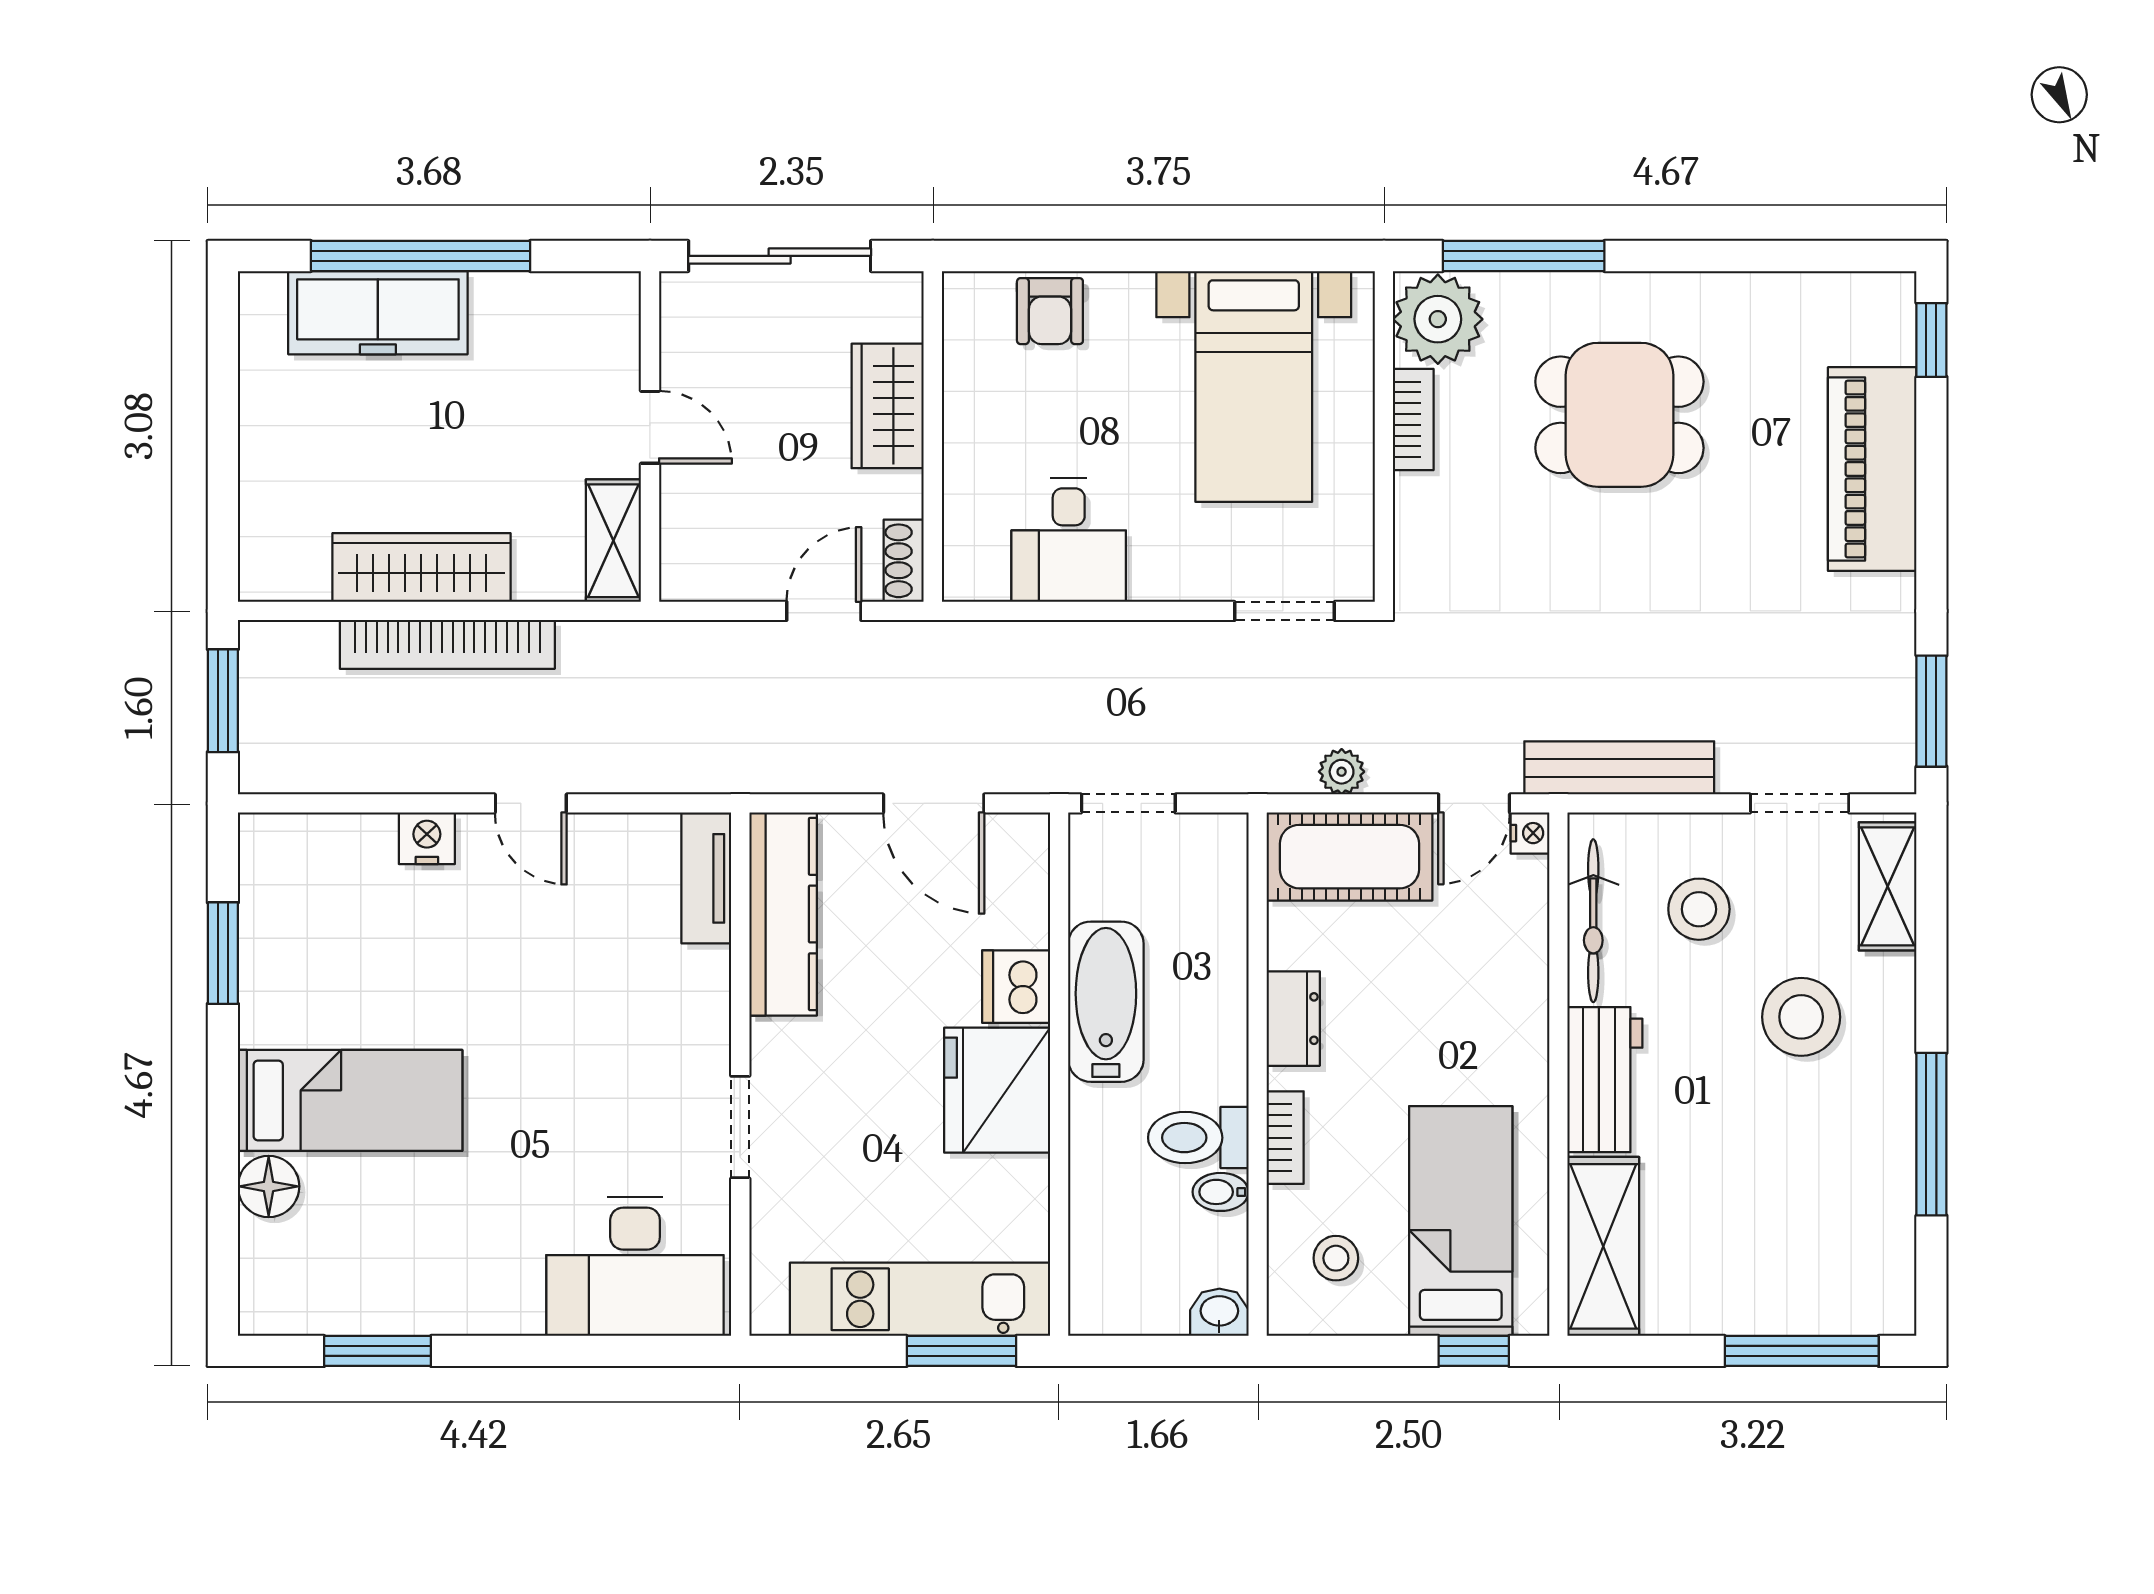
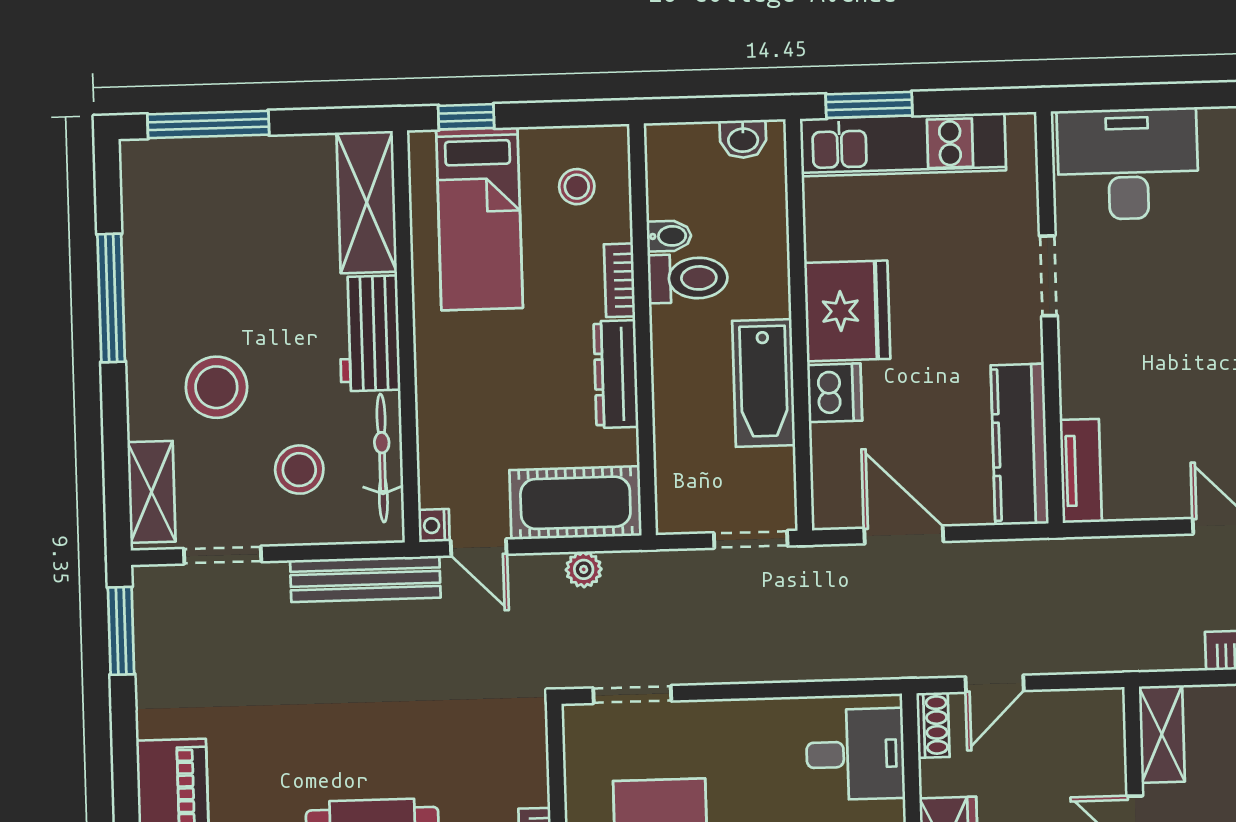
desk: (1069, 540) -> (855, 754), moved, turned 90
door: (1474, 803) -> (479, 547), swing flipped
dresser: (1293, 1019) -> (616, 374), width x1.44
washbasin: (1219, 1312) -> (743, 139), moved

